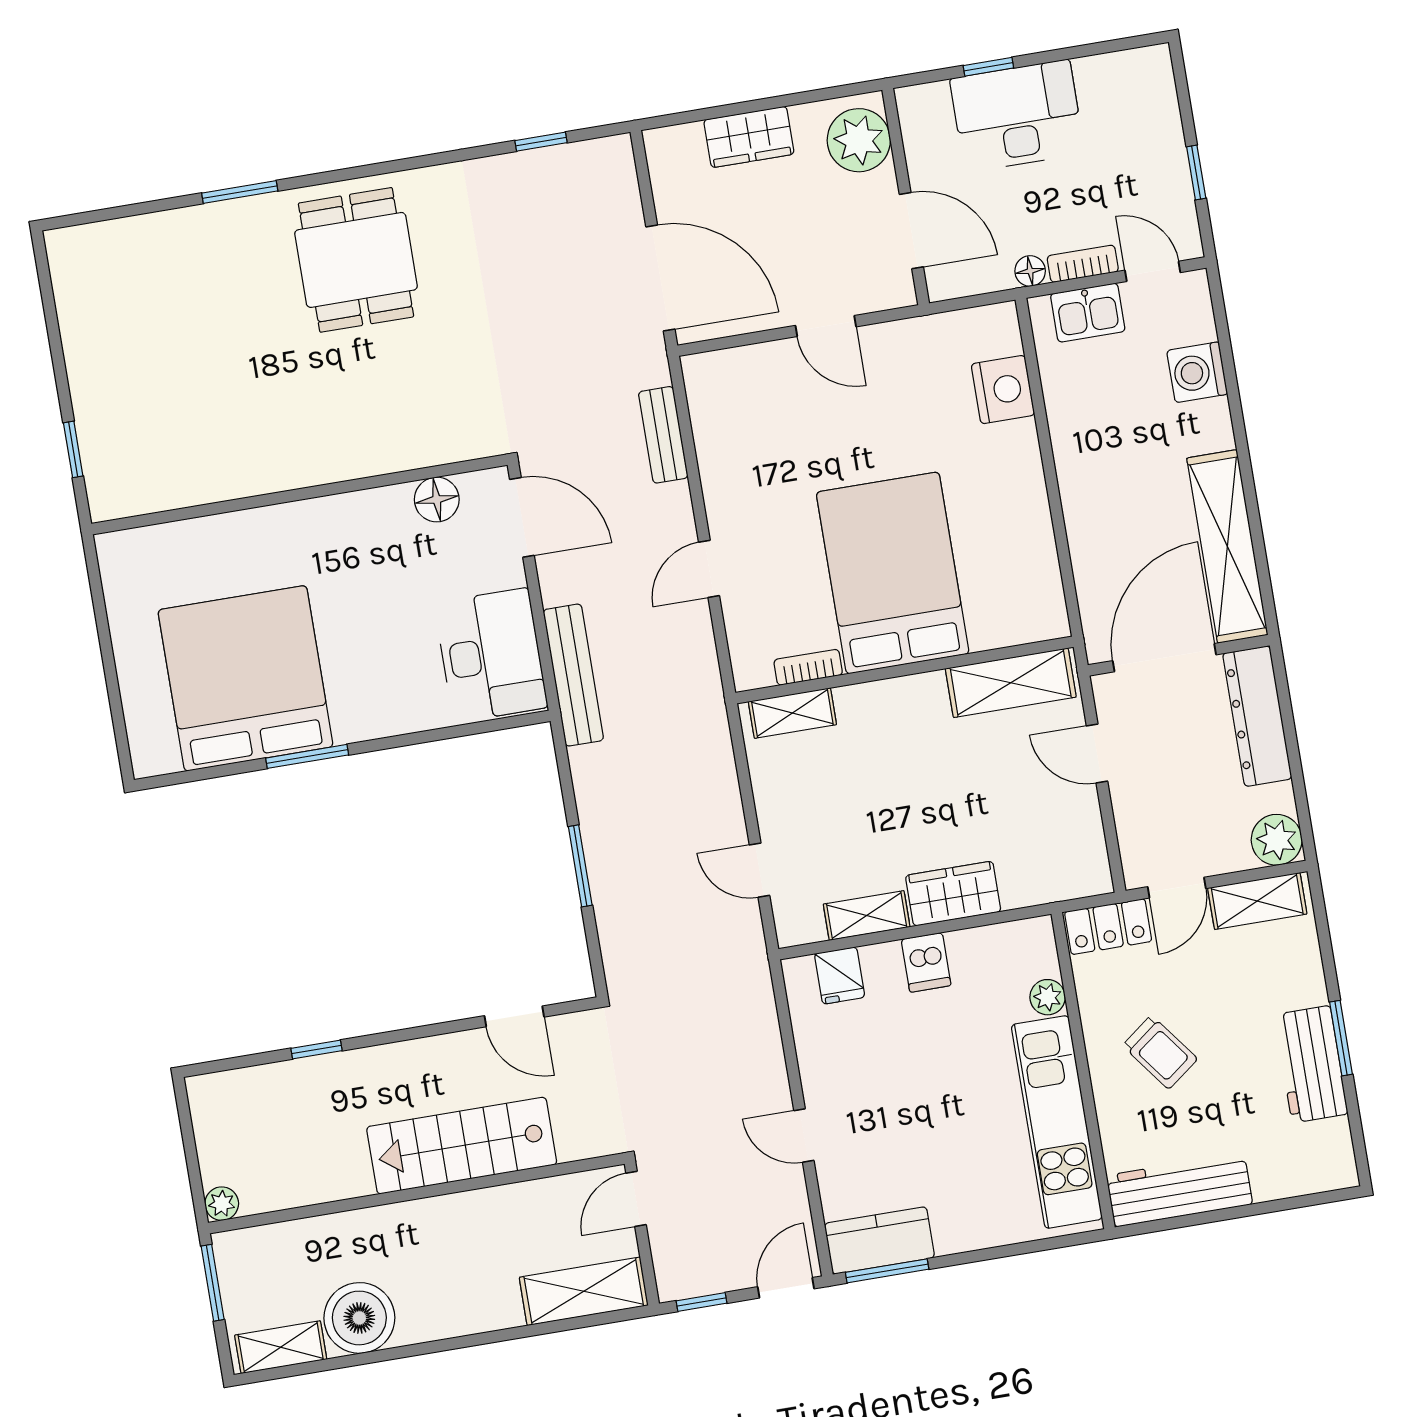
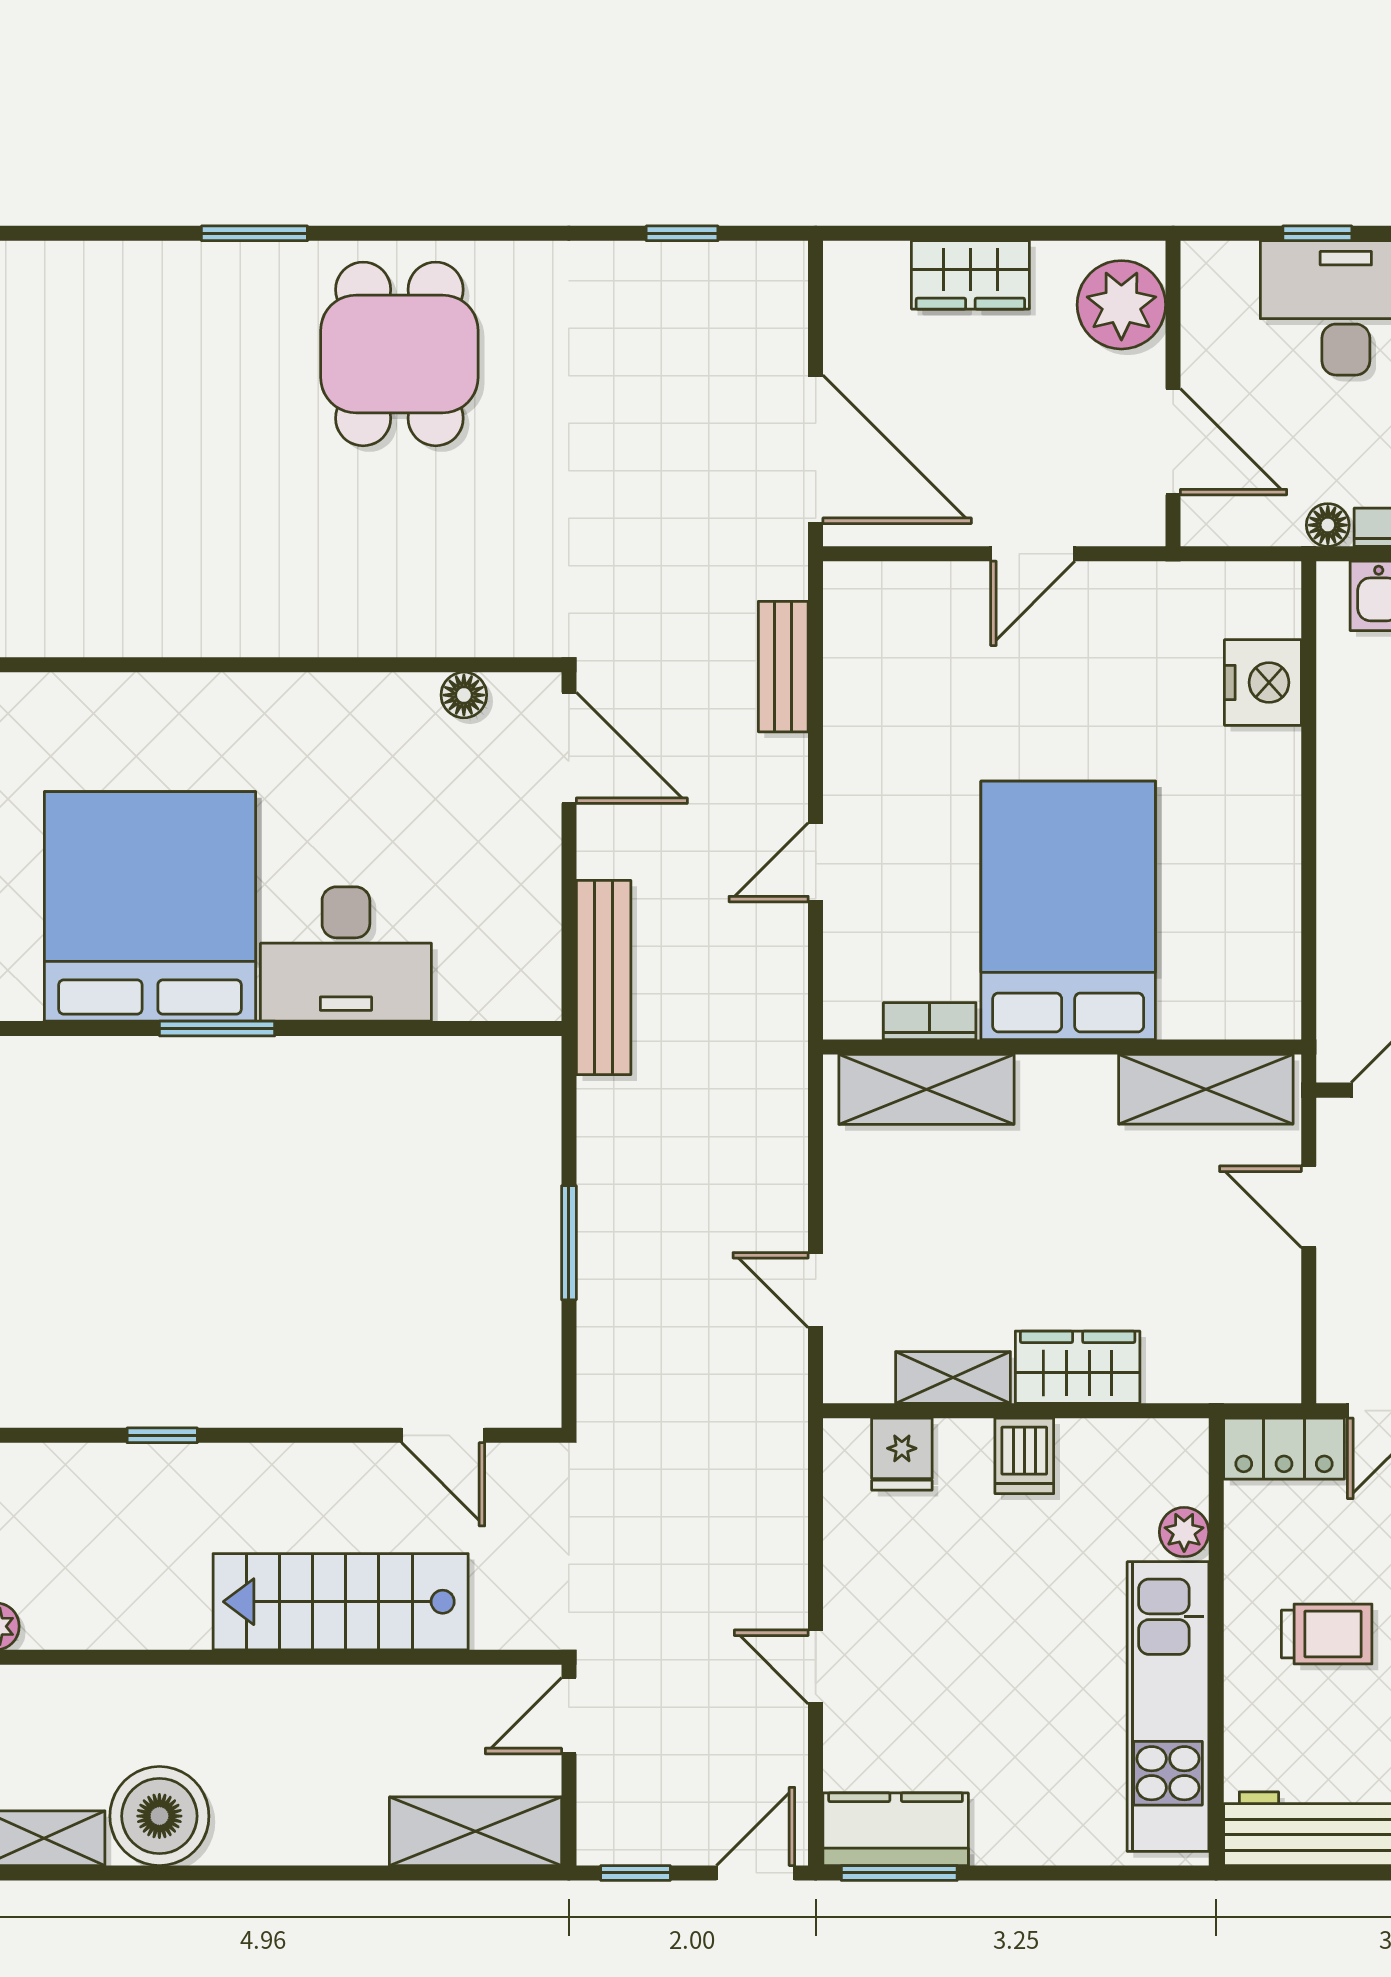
door: (826, 326) -> (1033, 554), hinge flipped
floor lamp: (437, 499) -> (464, 695), width x0.73, depth x0.73
desk: (491, 655) -> (346, 954), moved, turned 90
shelving: (792, 713) -> (926, 1089), width x1.50, depth x1.33
trolley: (1160, 1052) -> (1327, 1634), turned -53

